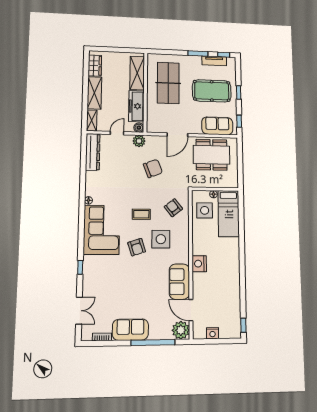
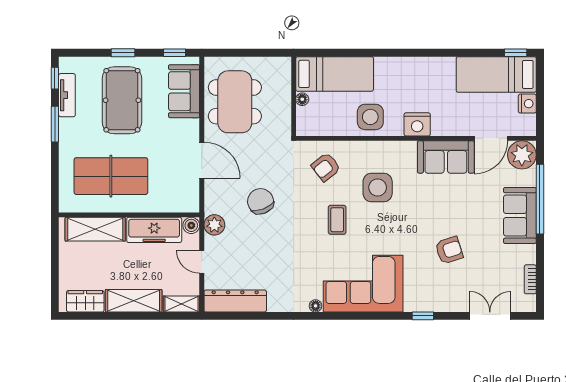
side table: (205, 210) -> (370, 117), moved
armchair: (137, 247) -> (449, 250), moved
bed: (230, 313) -> (496, 74), added
sofa: (130, 330) -> (520, 215), moved

